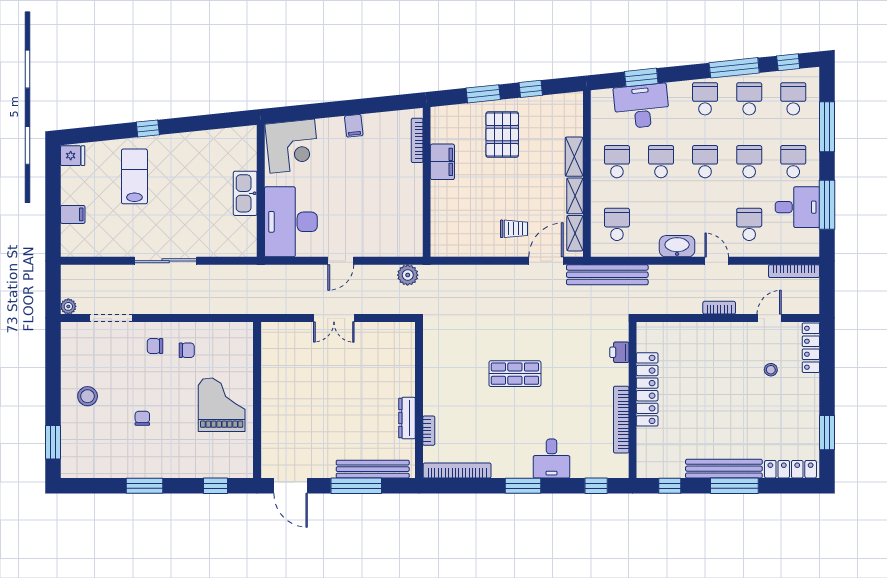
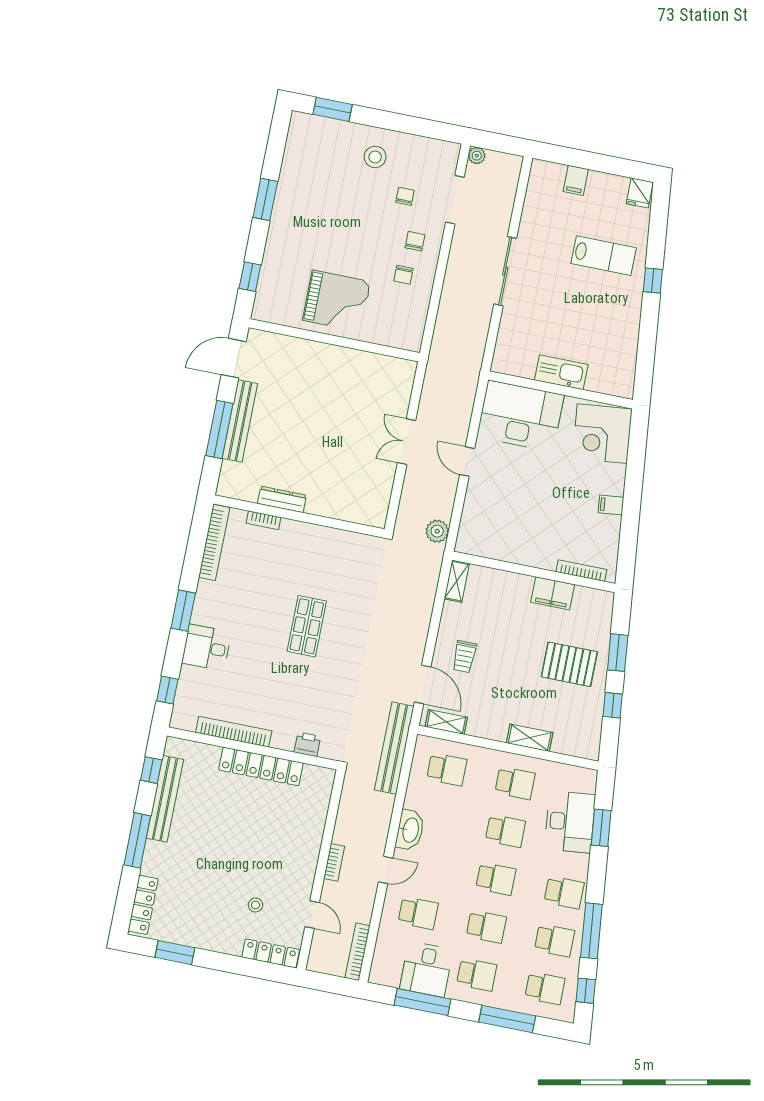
shelving: (575, 196) -> (457, 581), moved, turned 90
chair: (142, 418) -> (405, 196), moved, turned -90
bench: (373, 469) -> (240, 421), moved
bench: (724, 469) -> (165, 799), moved

